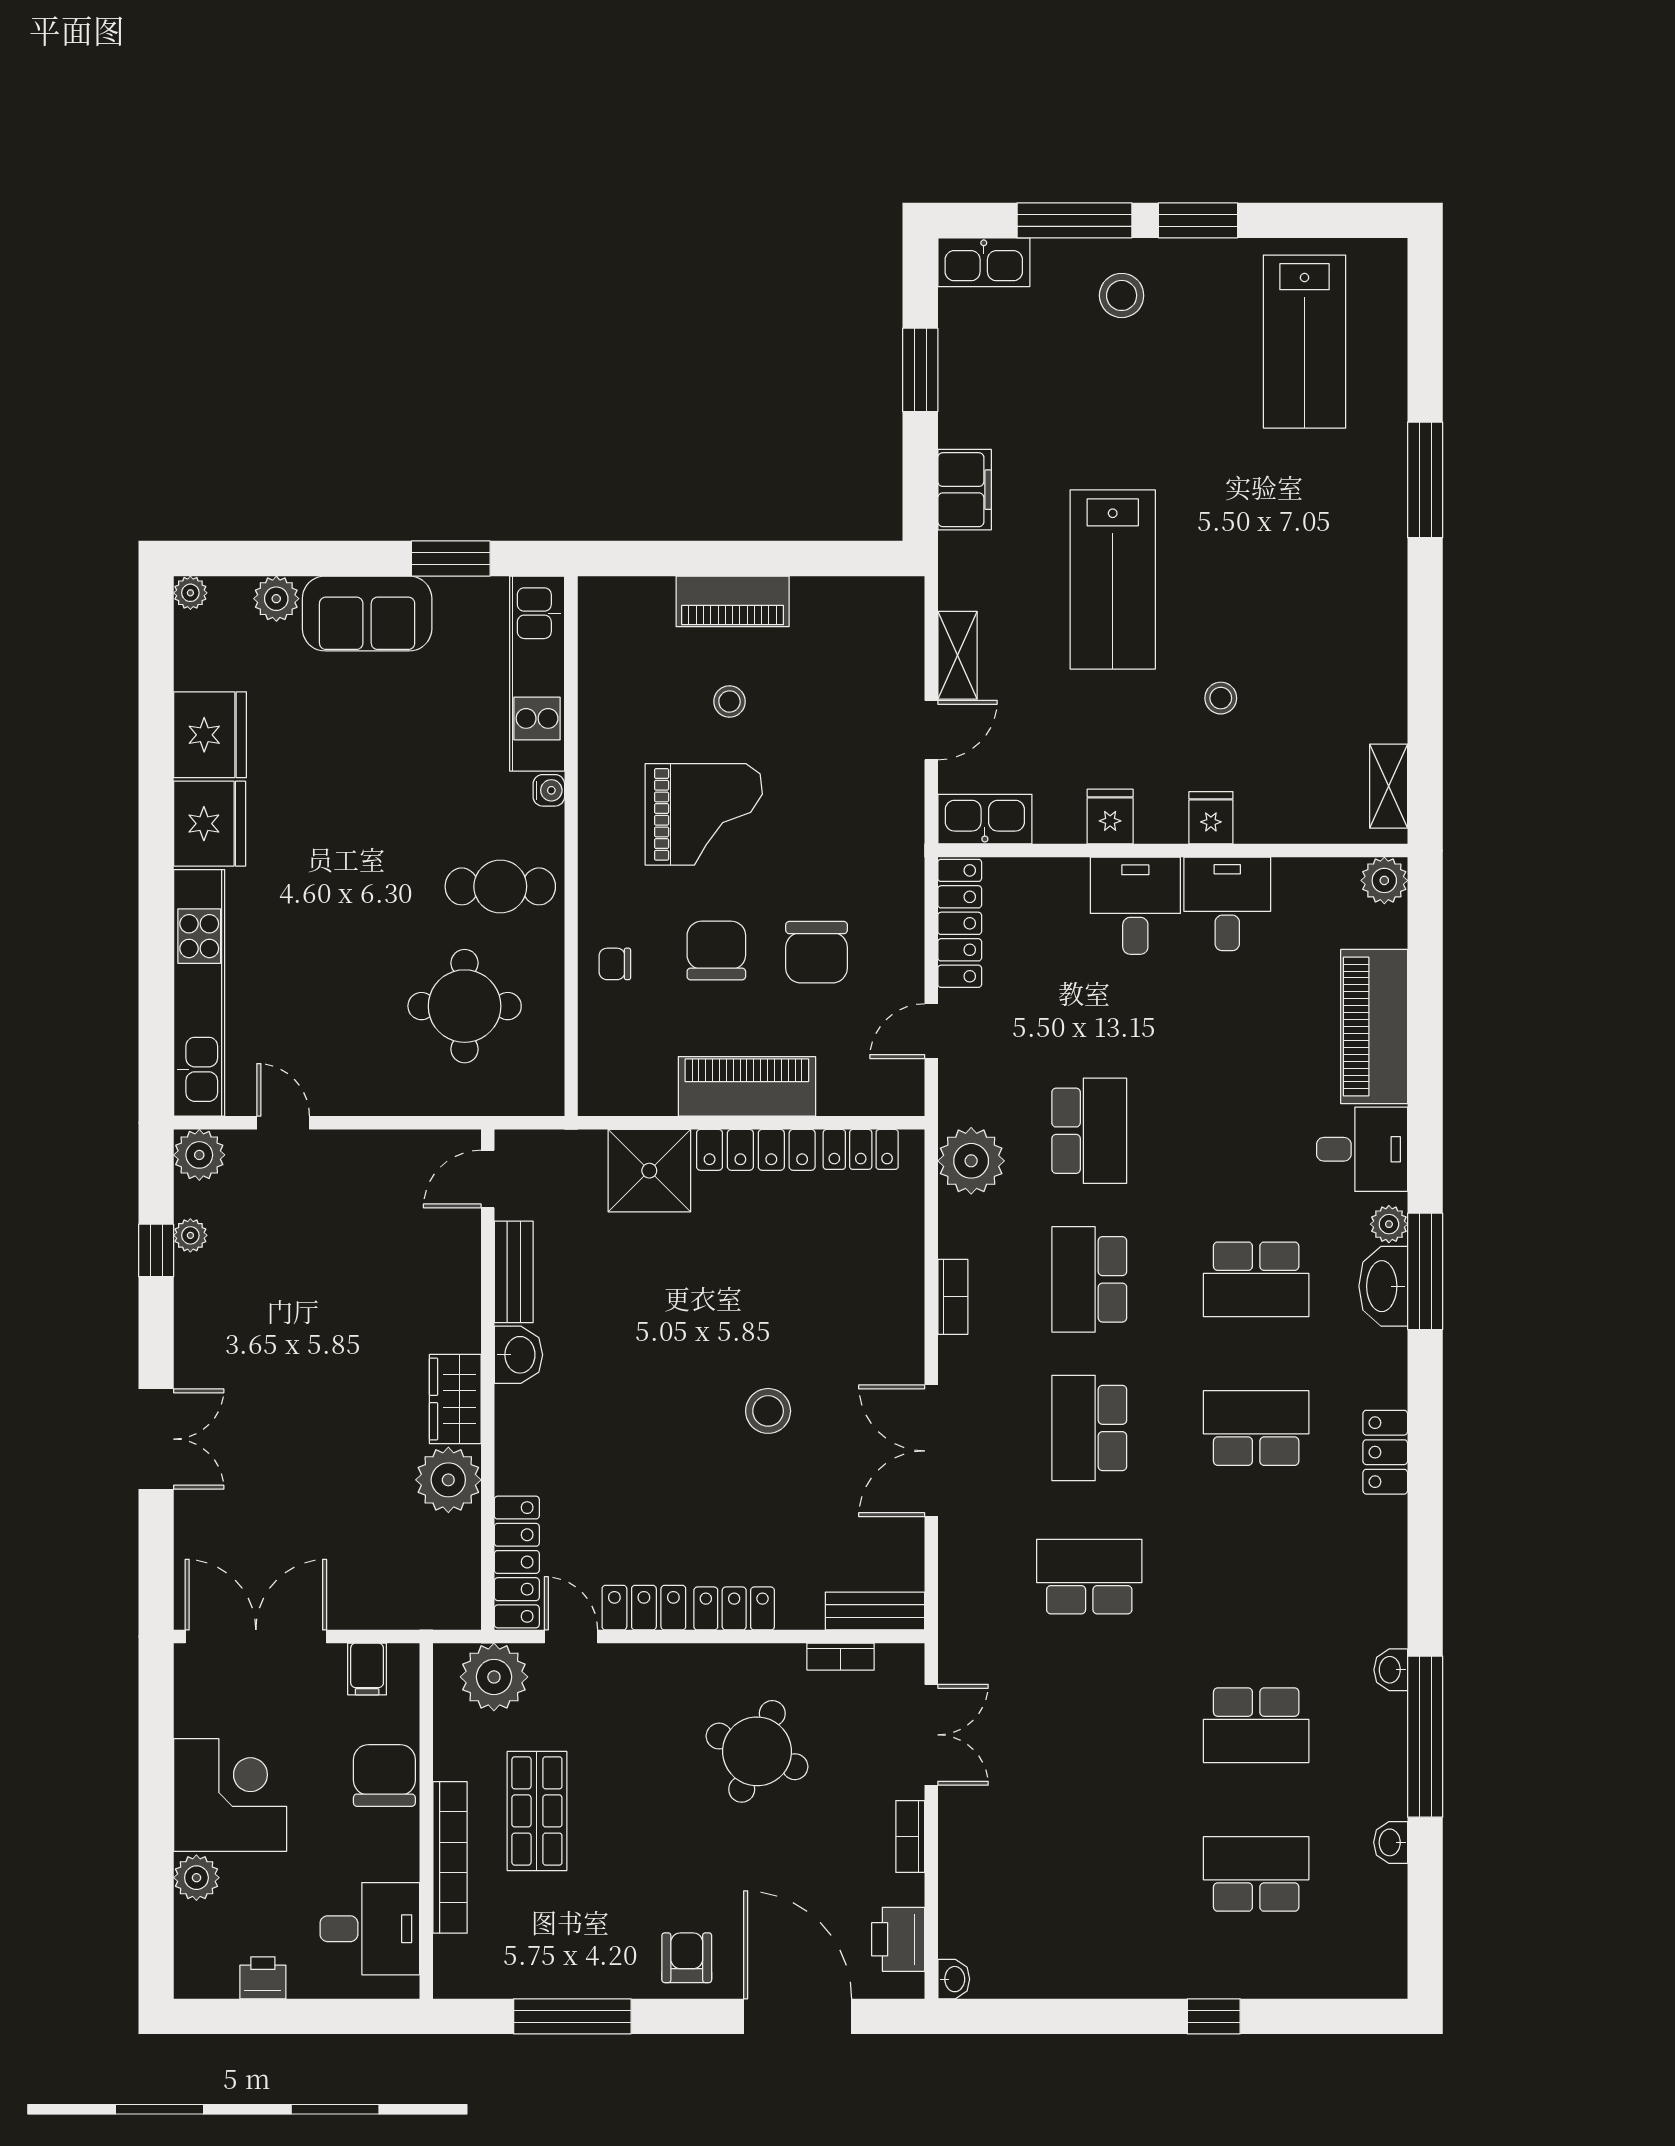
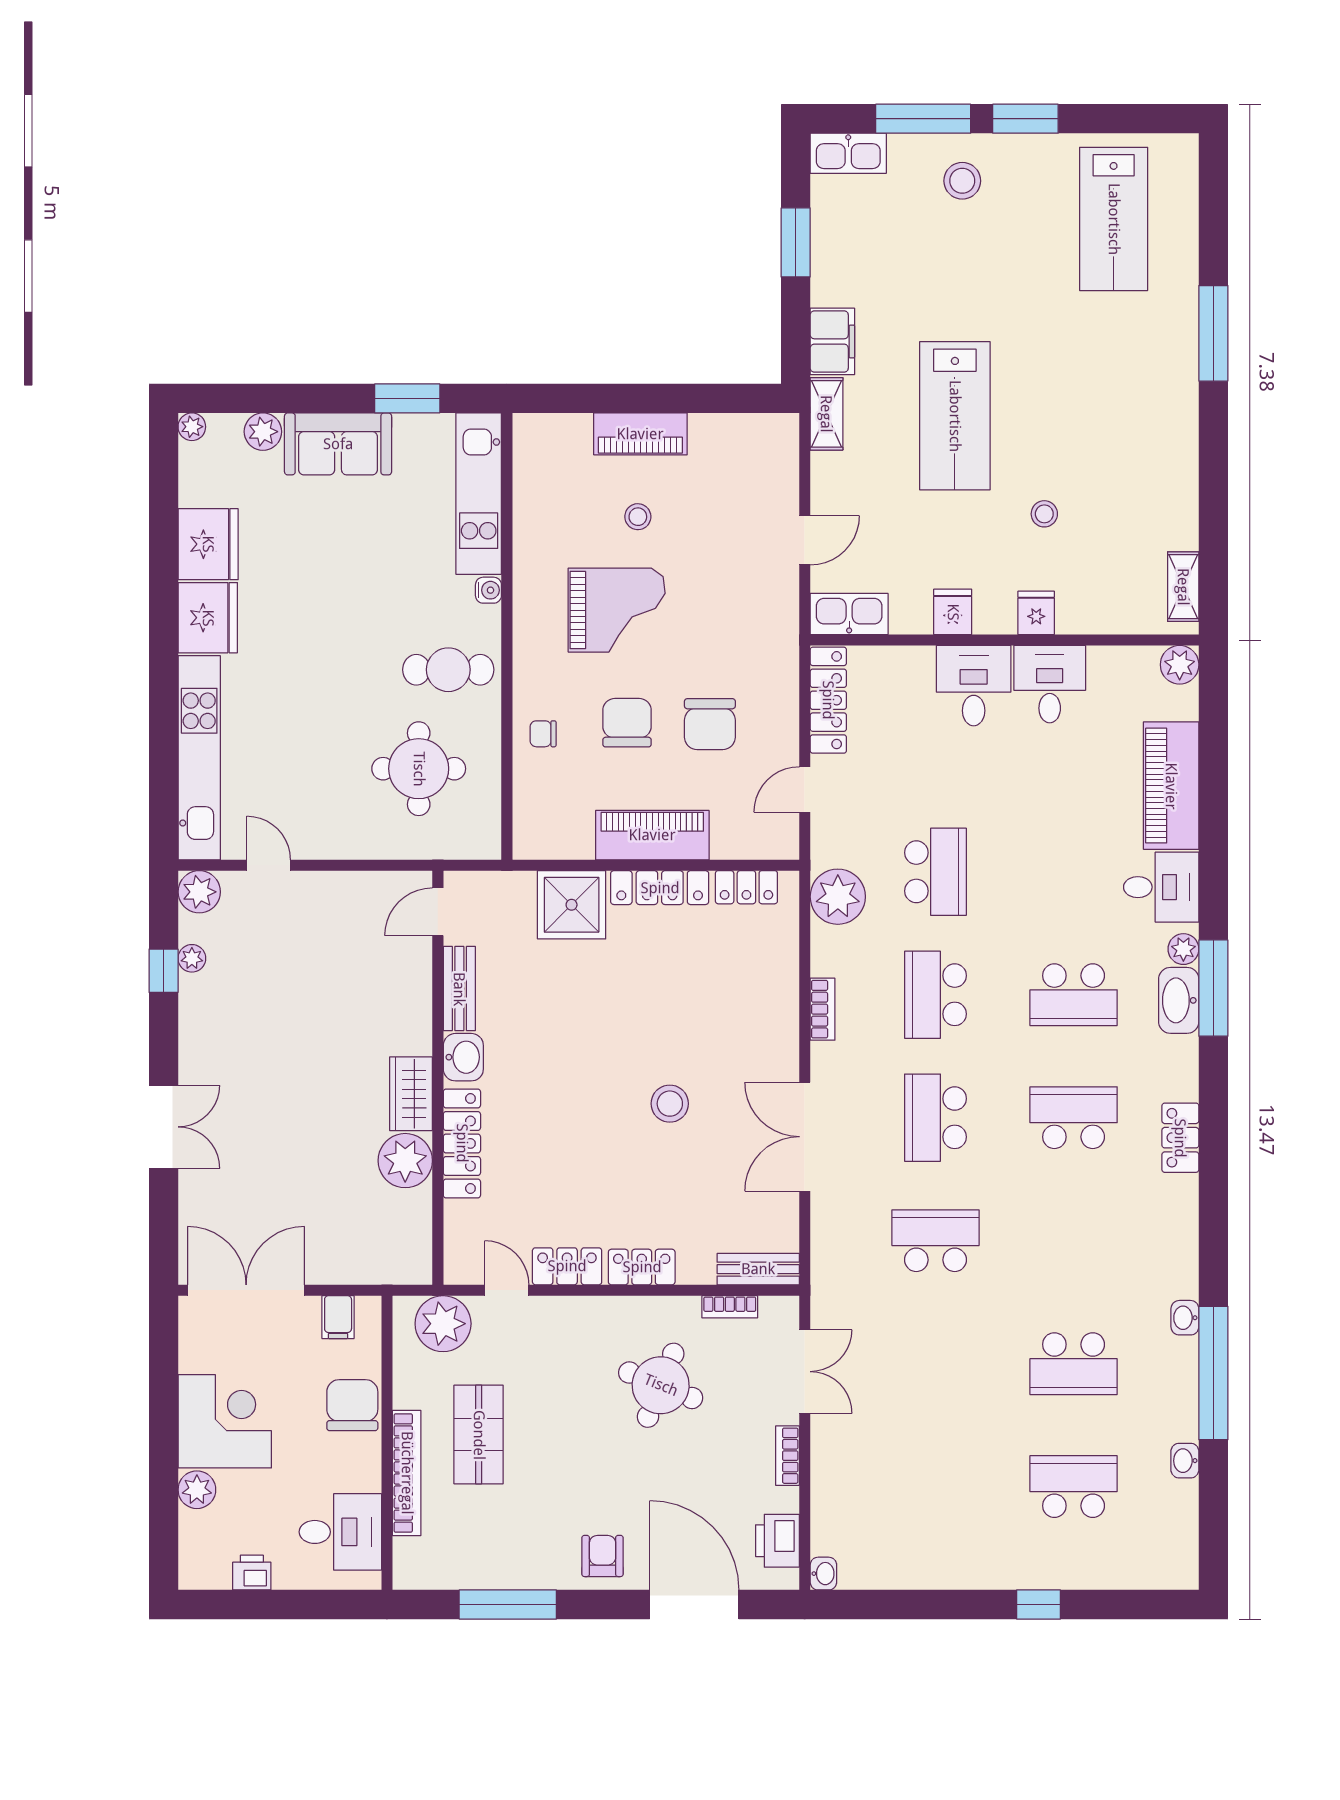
shelving: (957, 655) -> (826, 414), moved
locker: (517, 1562) -> (462, 1143), moved

